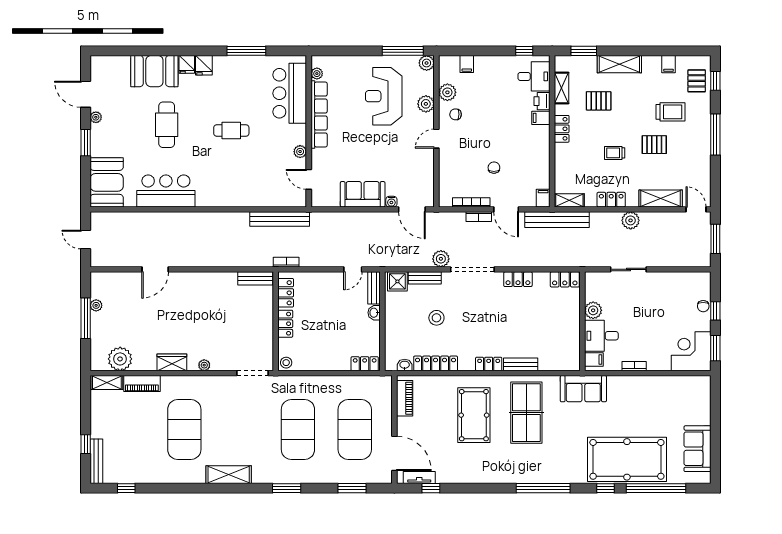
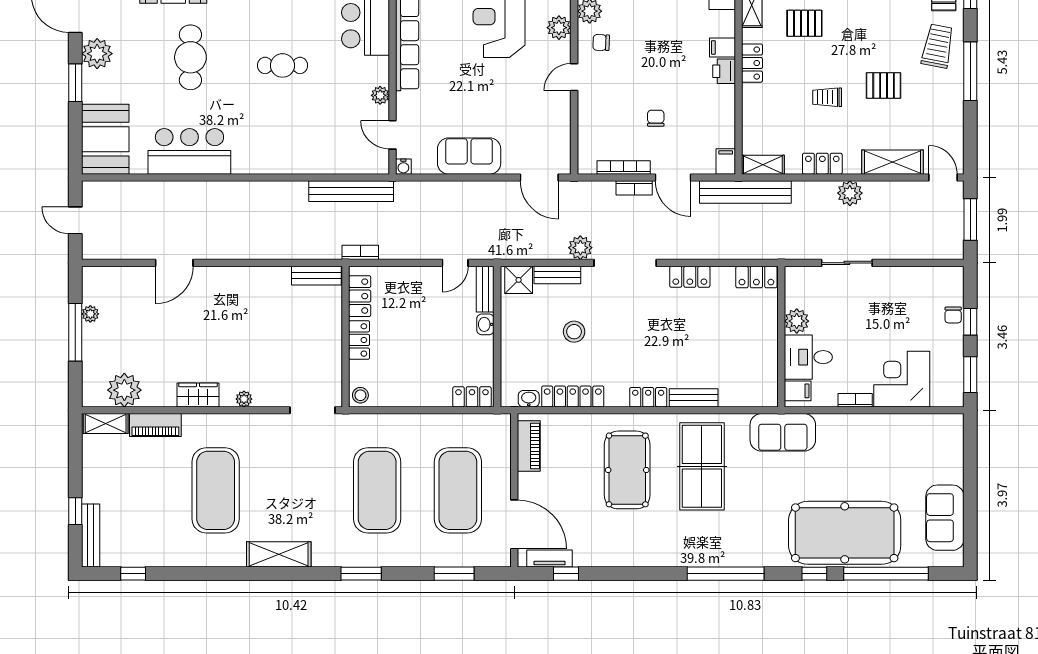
printer: (542, 101) -> (724, 71), moved
trolley: (671, 112) -> (938, 46), moved, turned -79
plant: (96, 117) -> (97, 54), width x1.88, depth x1.88
water cooler: (391, 202) -> (403, 167), moved
corner desk: (691, 351) -> (902, 379), moved

